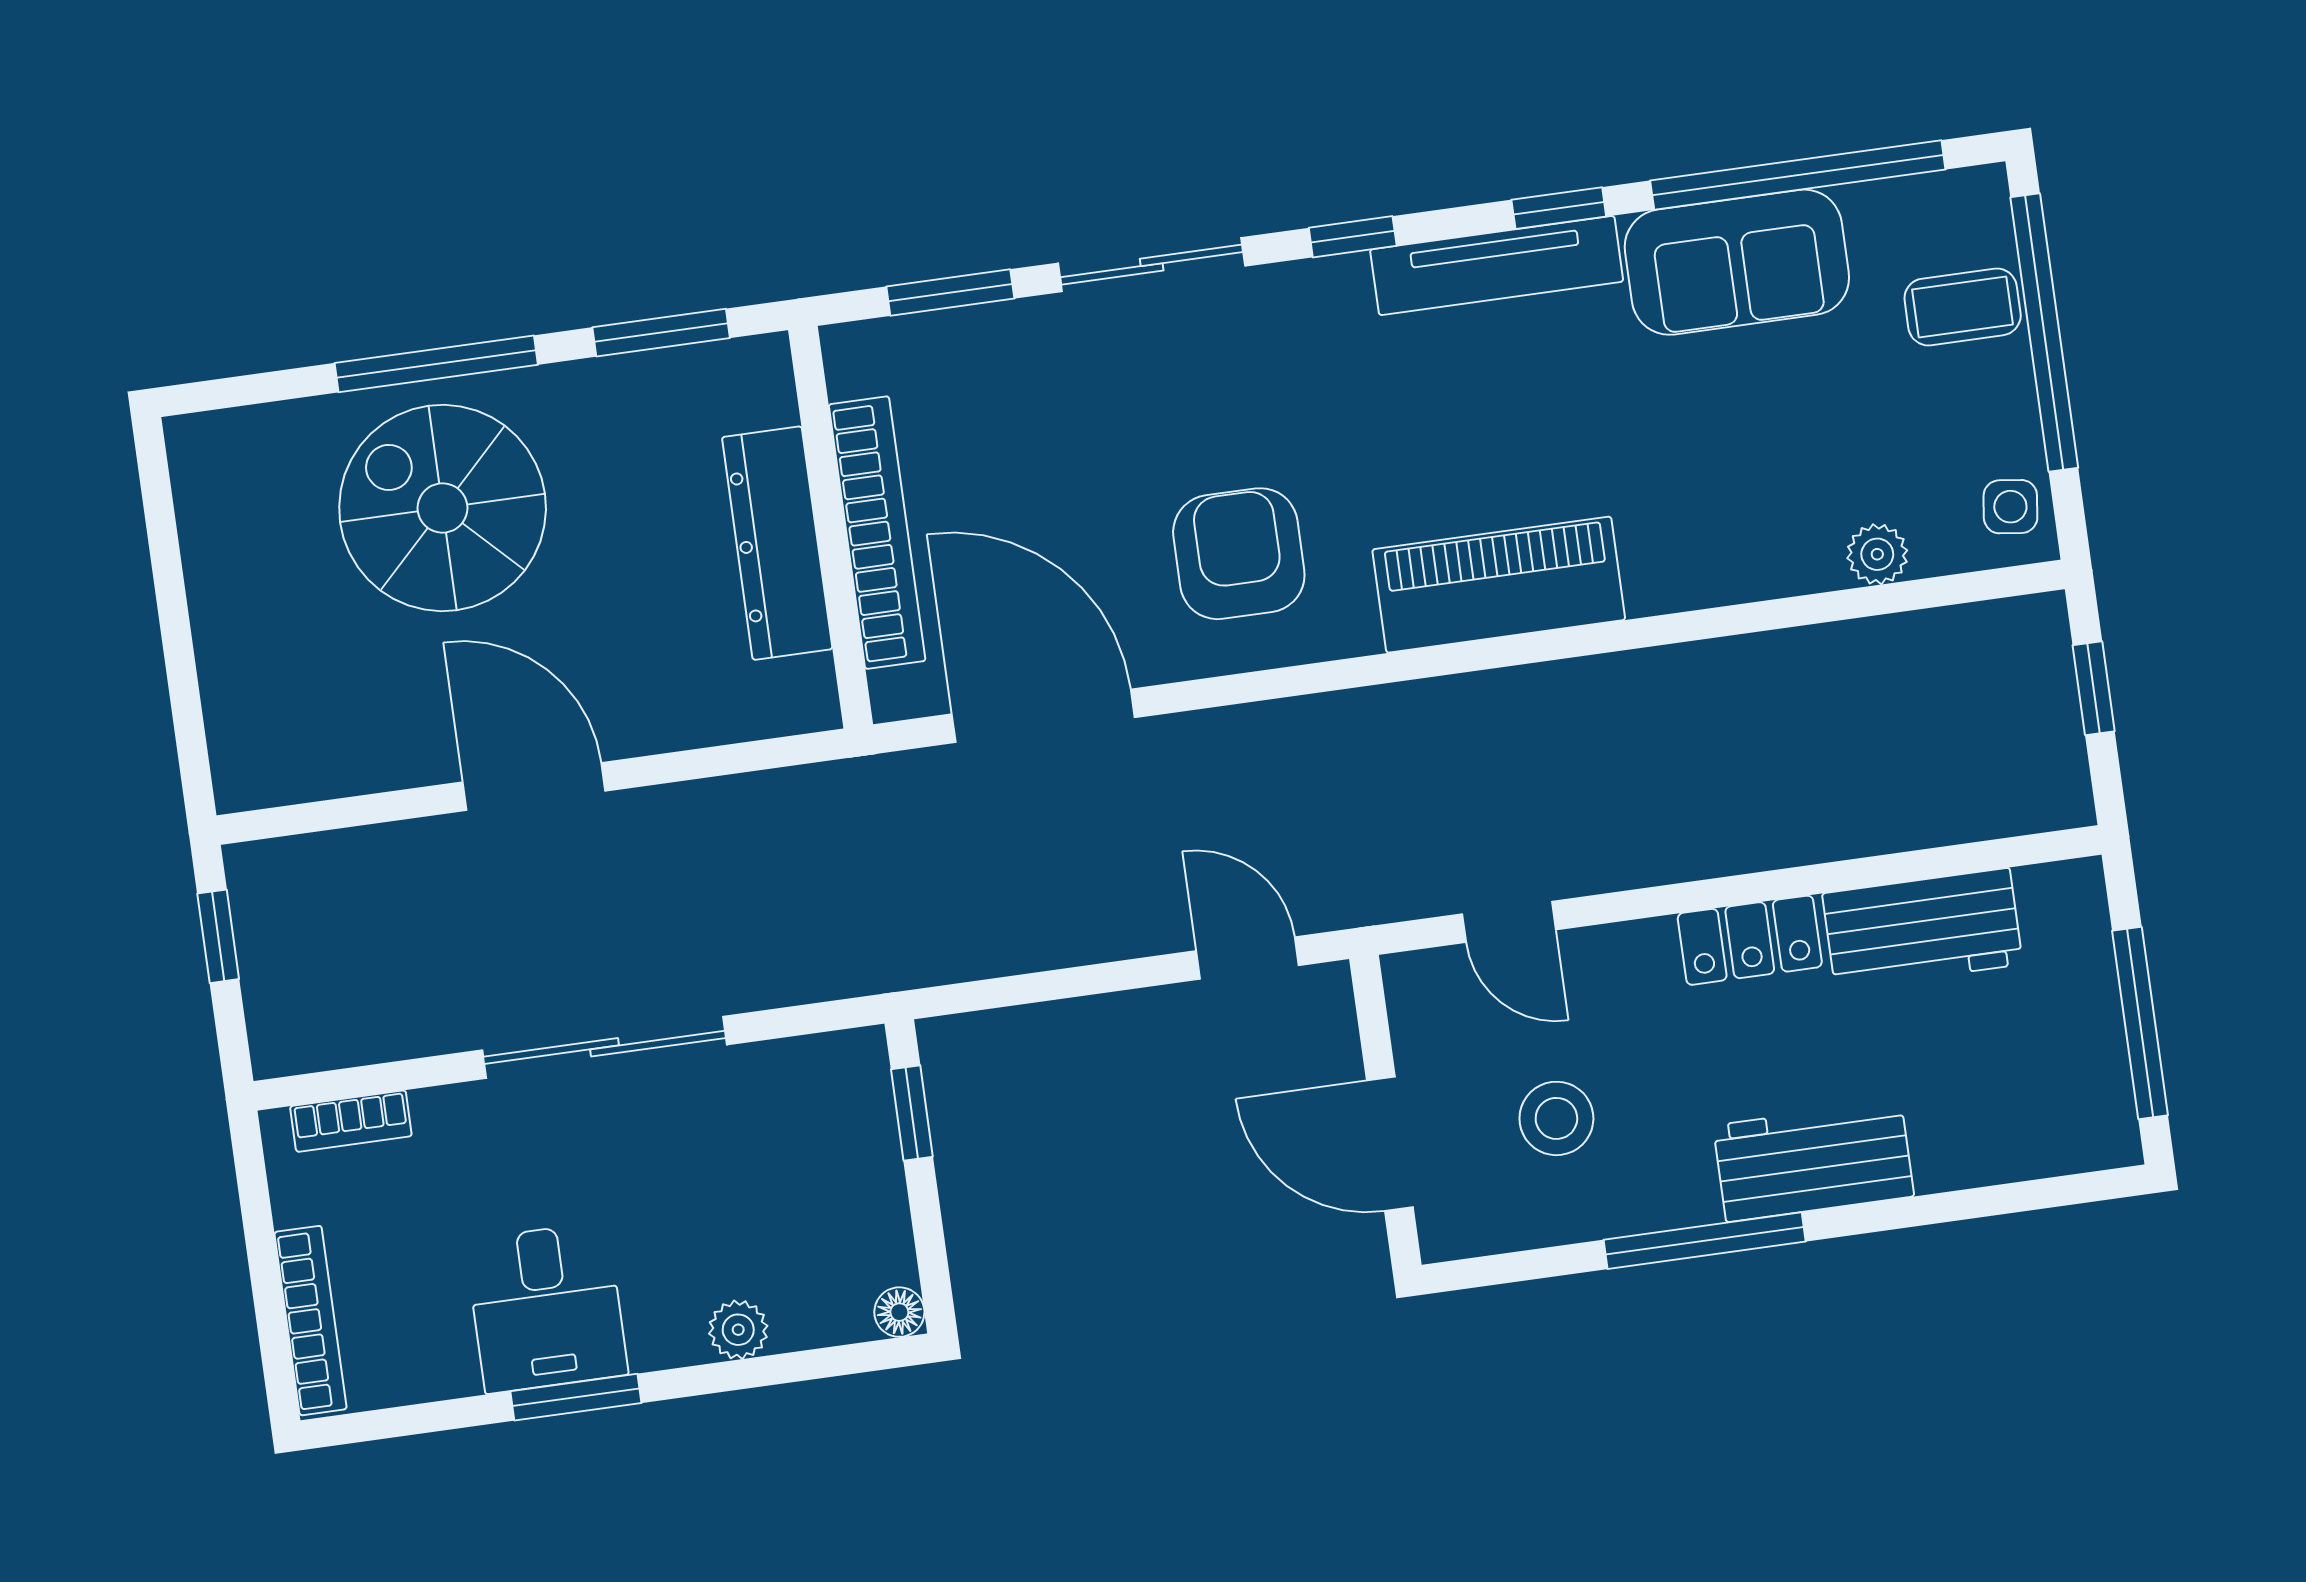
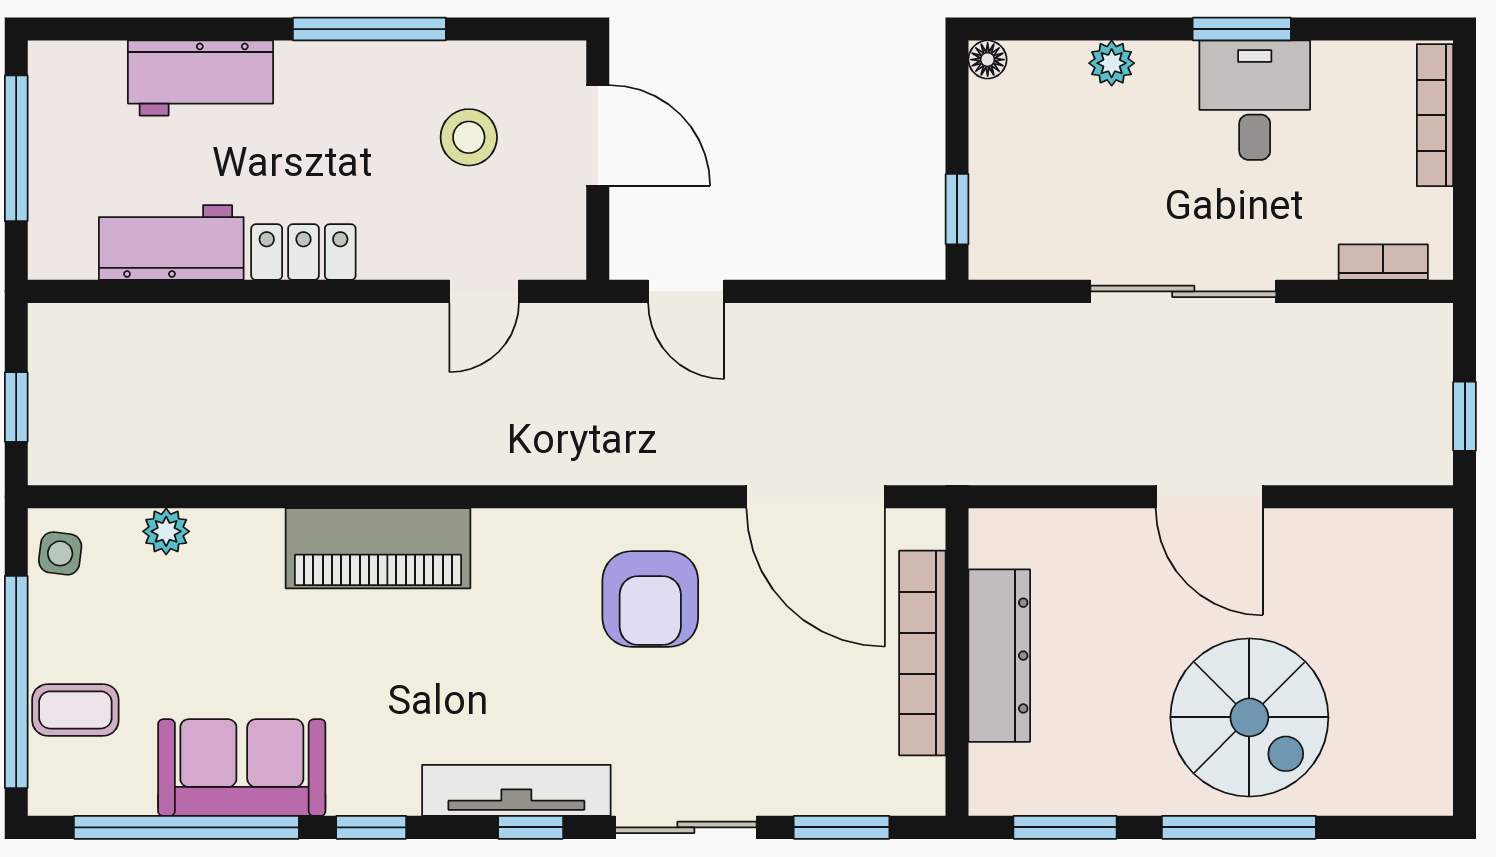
tv unit: (1497, 265) -> (516, 790), moved
piano: (1499, 585) -> (378, 548), moved
door: (1509, 922) -> (484, 291), swing flipped
workbench: (1814, 1161) -> (201, 78), moved

